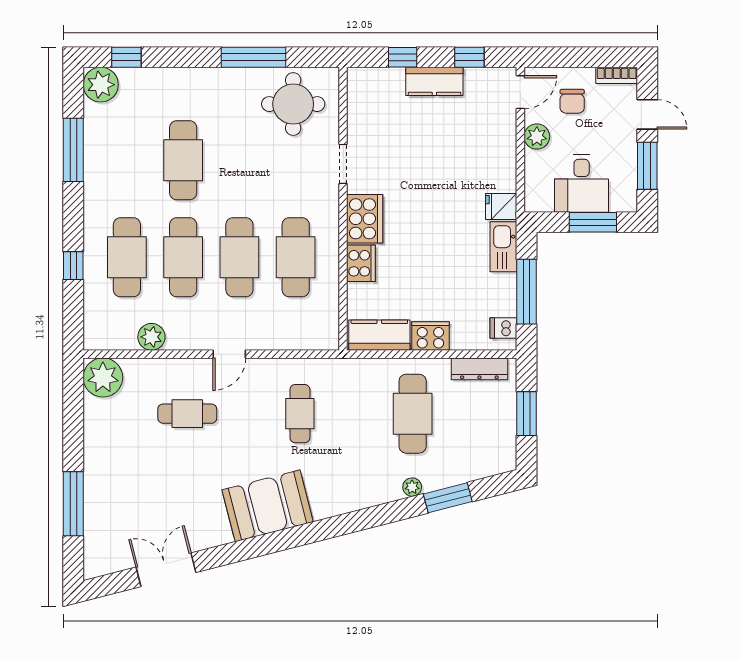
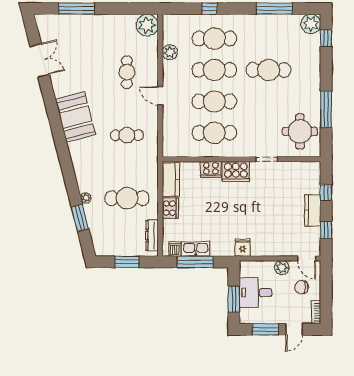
kitchen sink: (503, 247) -> (196, 249), moved

